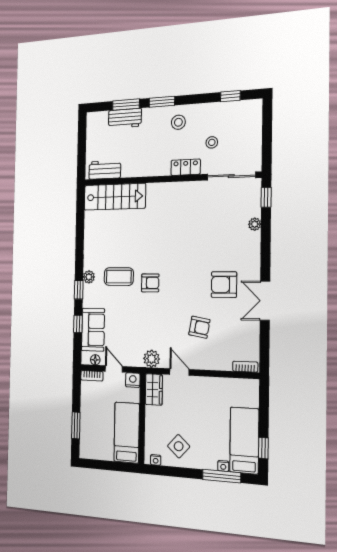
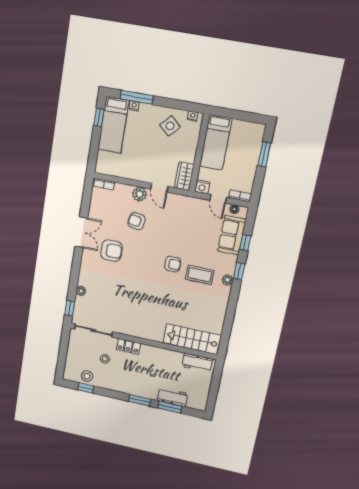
stool: (178, 122) -> (87, 376), moved
armchair: (150, 283) -> (173, 264), turned 180
plant: (152, 359) -> (140, 194), moved

